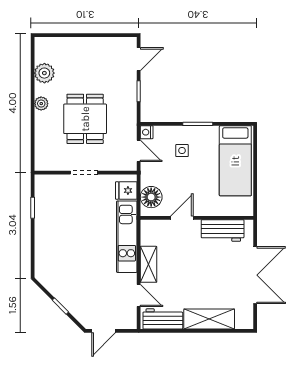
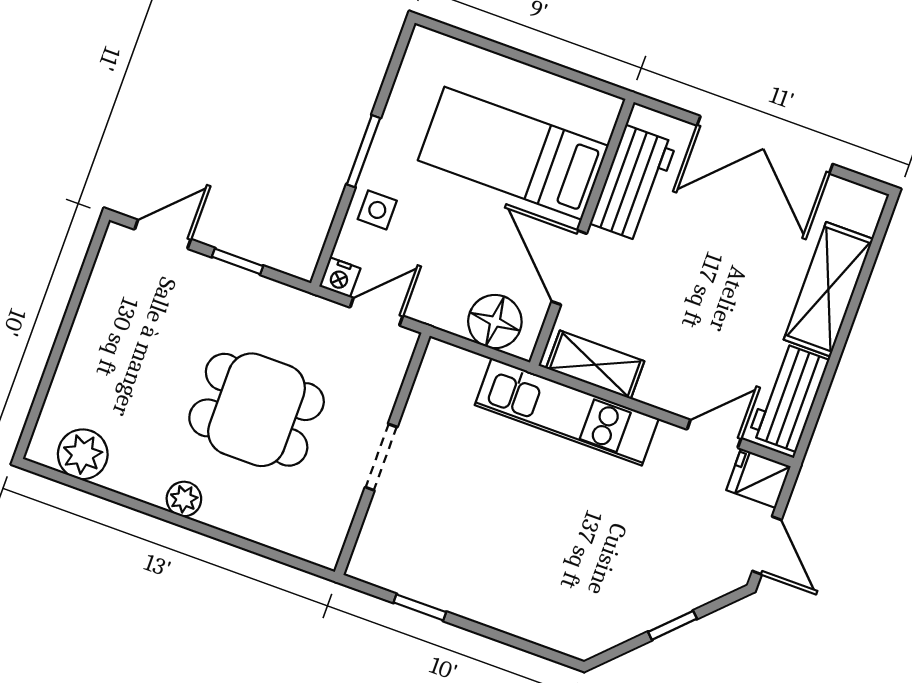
door: (139, 59) -> (163, 234), hinge flipped
plant: (44, 73) -> (83, 454), moved
side table: (182, 151) -> (377, 210), moved
bed: (235, 161) -> (513, 153), moved, turned 180
fridge: (126, 190) -> (758, 478), moved, turned 90
door: (182, 218) -> (569, 268), width x1.38
shelving: (149, 264) -> (595, 365), moved
double door: (255, 275) -> (765, 145), swing flipped

